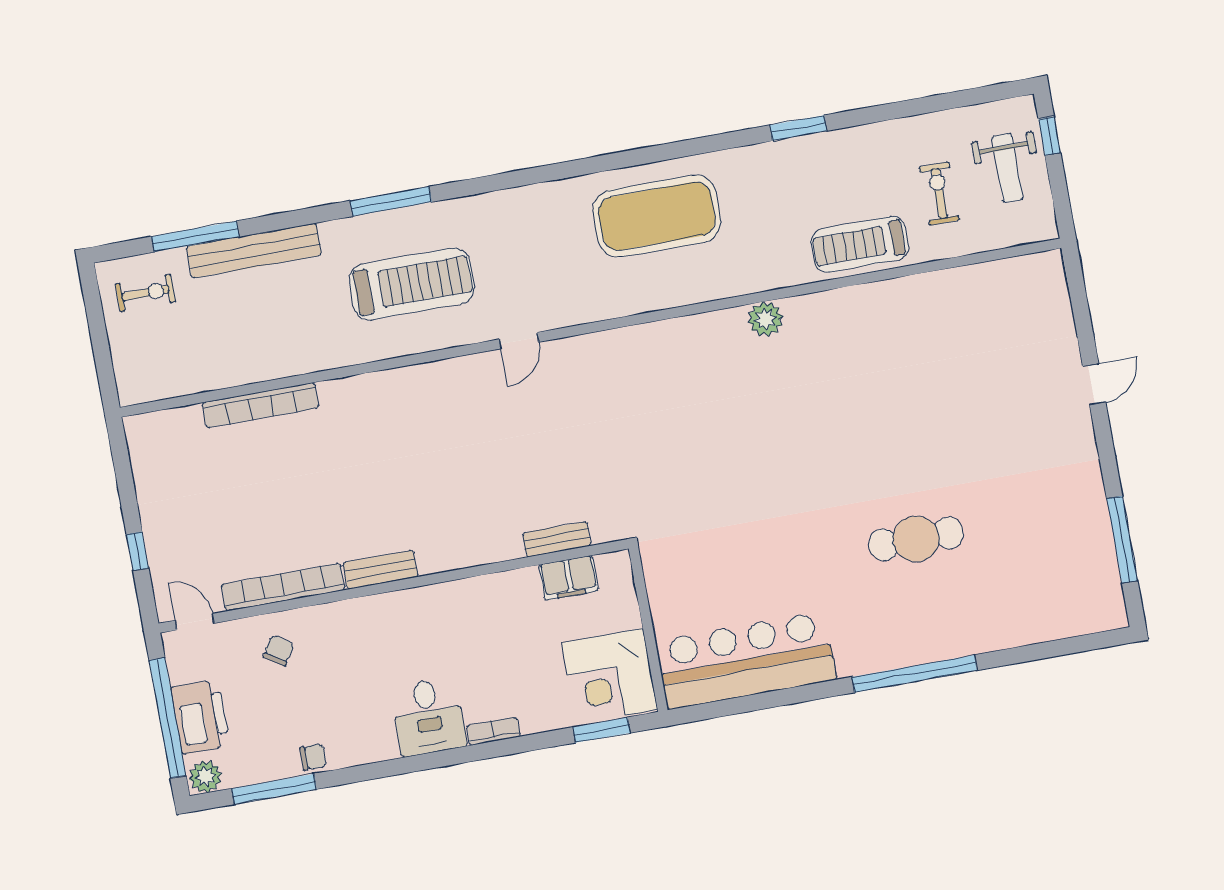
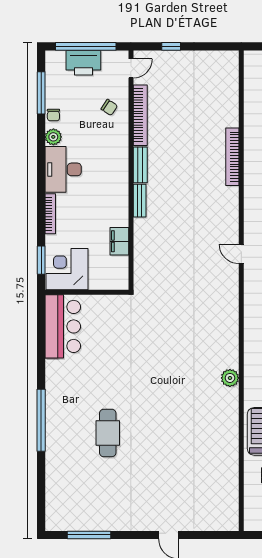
bookcase: (260, 405) -> (232, 157), moved
bench: (557, 539) -> (140, 201), moved
filing cabinet: (569, 578) -> (119, 241), moved
bar counter: (746, 660) -> (63, 326), width x0.73
desk: (428, 717) -> (63, 169), width x1.37
bookcase: (493, 731) -> (50, 214), width x1.56
plant: (205, 777) -> (53, 137), moved

